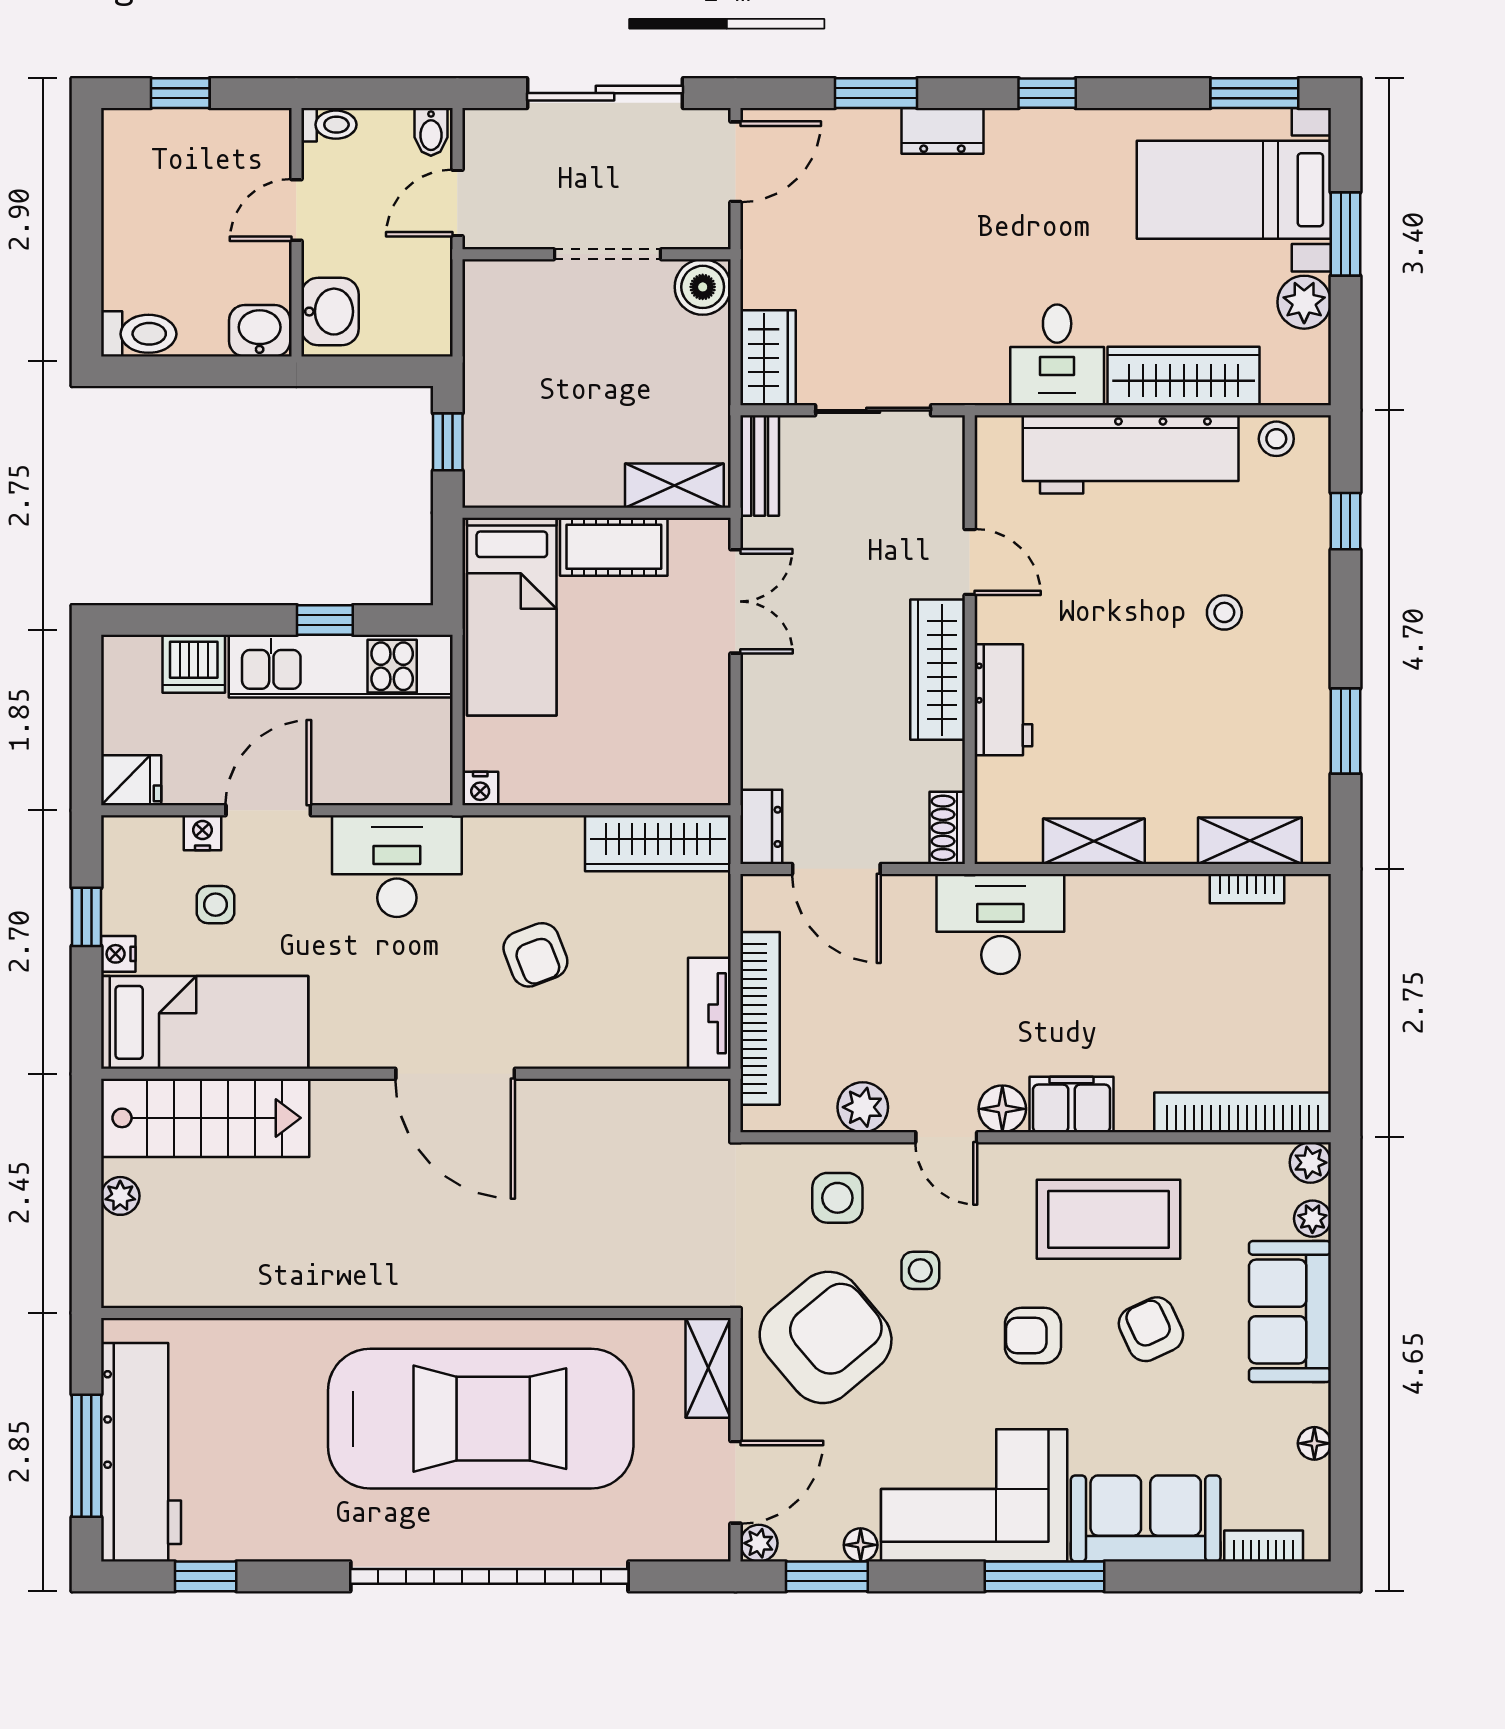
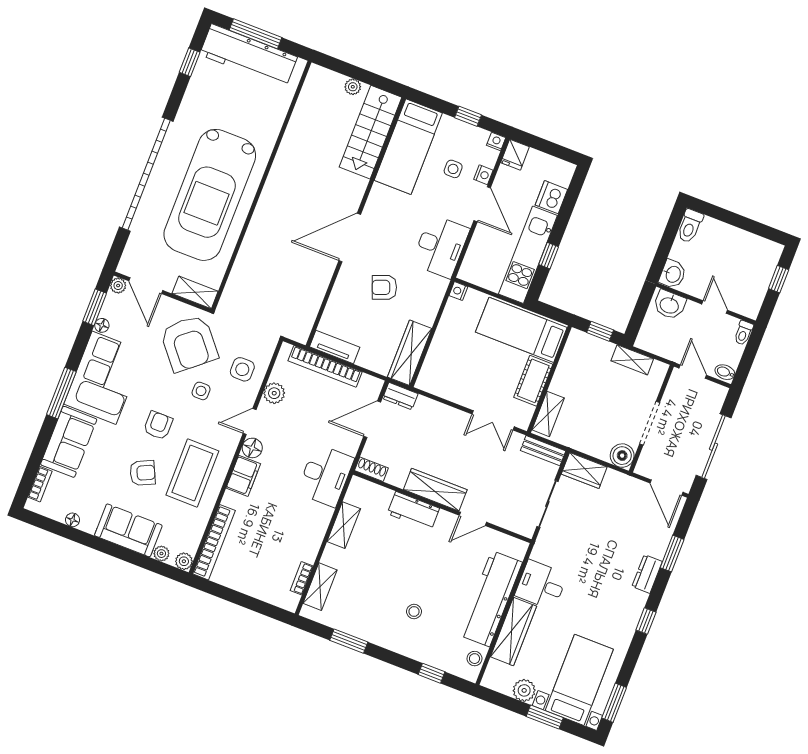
shelving: (483, 347) -> (632, 360), added
nightstand: (118, 954) -> (496, 141), moved

